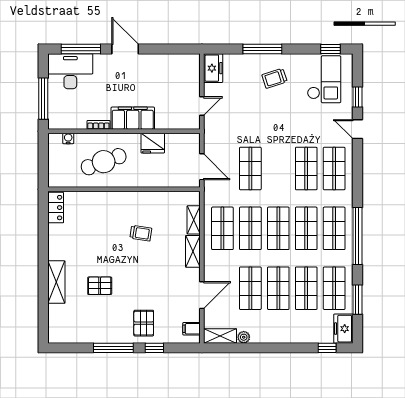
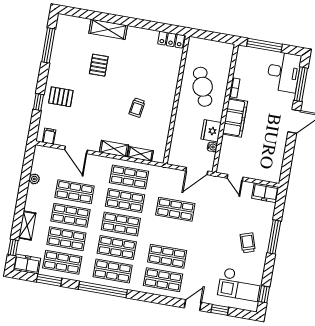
water cooler: (68, 138) -> (212, 147), moved
door: (202, 167) -> (197, 171), moved
shelving: (220, 336) -> (27, 226), moved
window: (113, 348) -> (48, 45), moved

